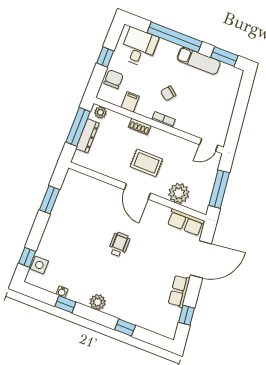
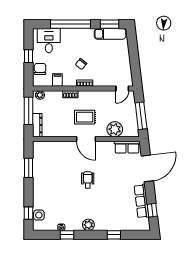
exam couch: (199, 61) -> (110, 34), moved
dresser: (87, 136) -> (37, 125), moved
row of seats: (179, 291) -> (142, 201), width x1.48

